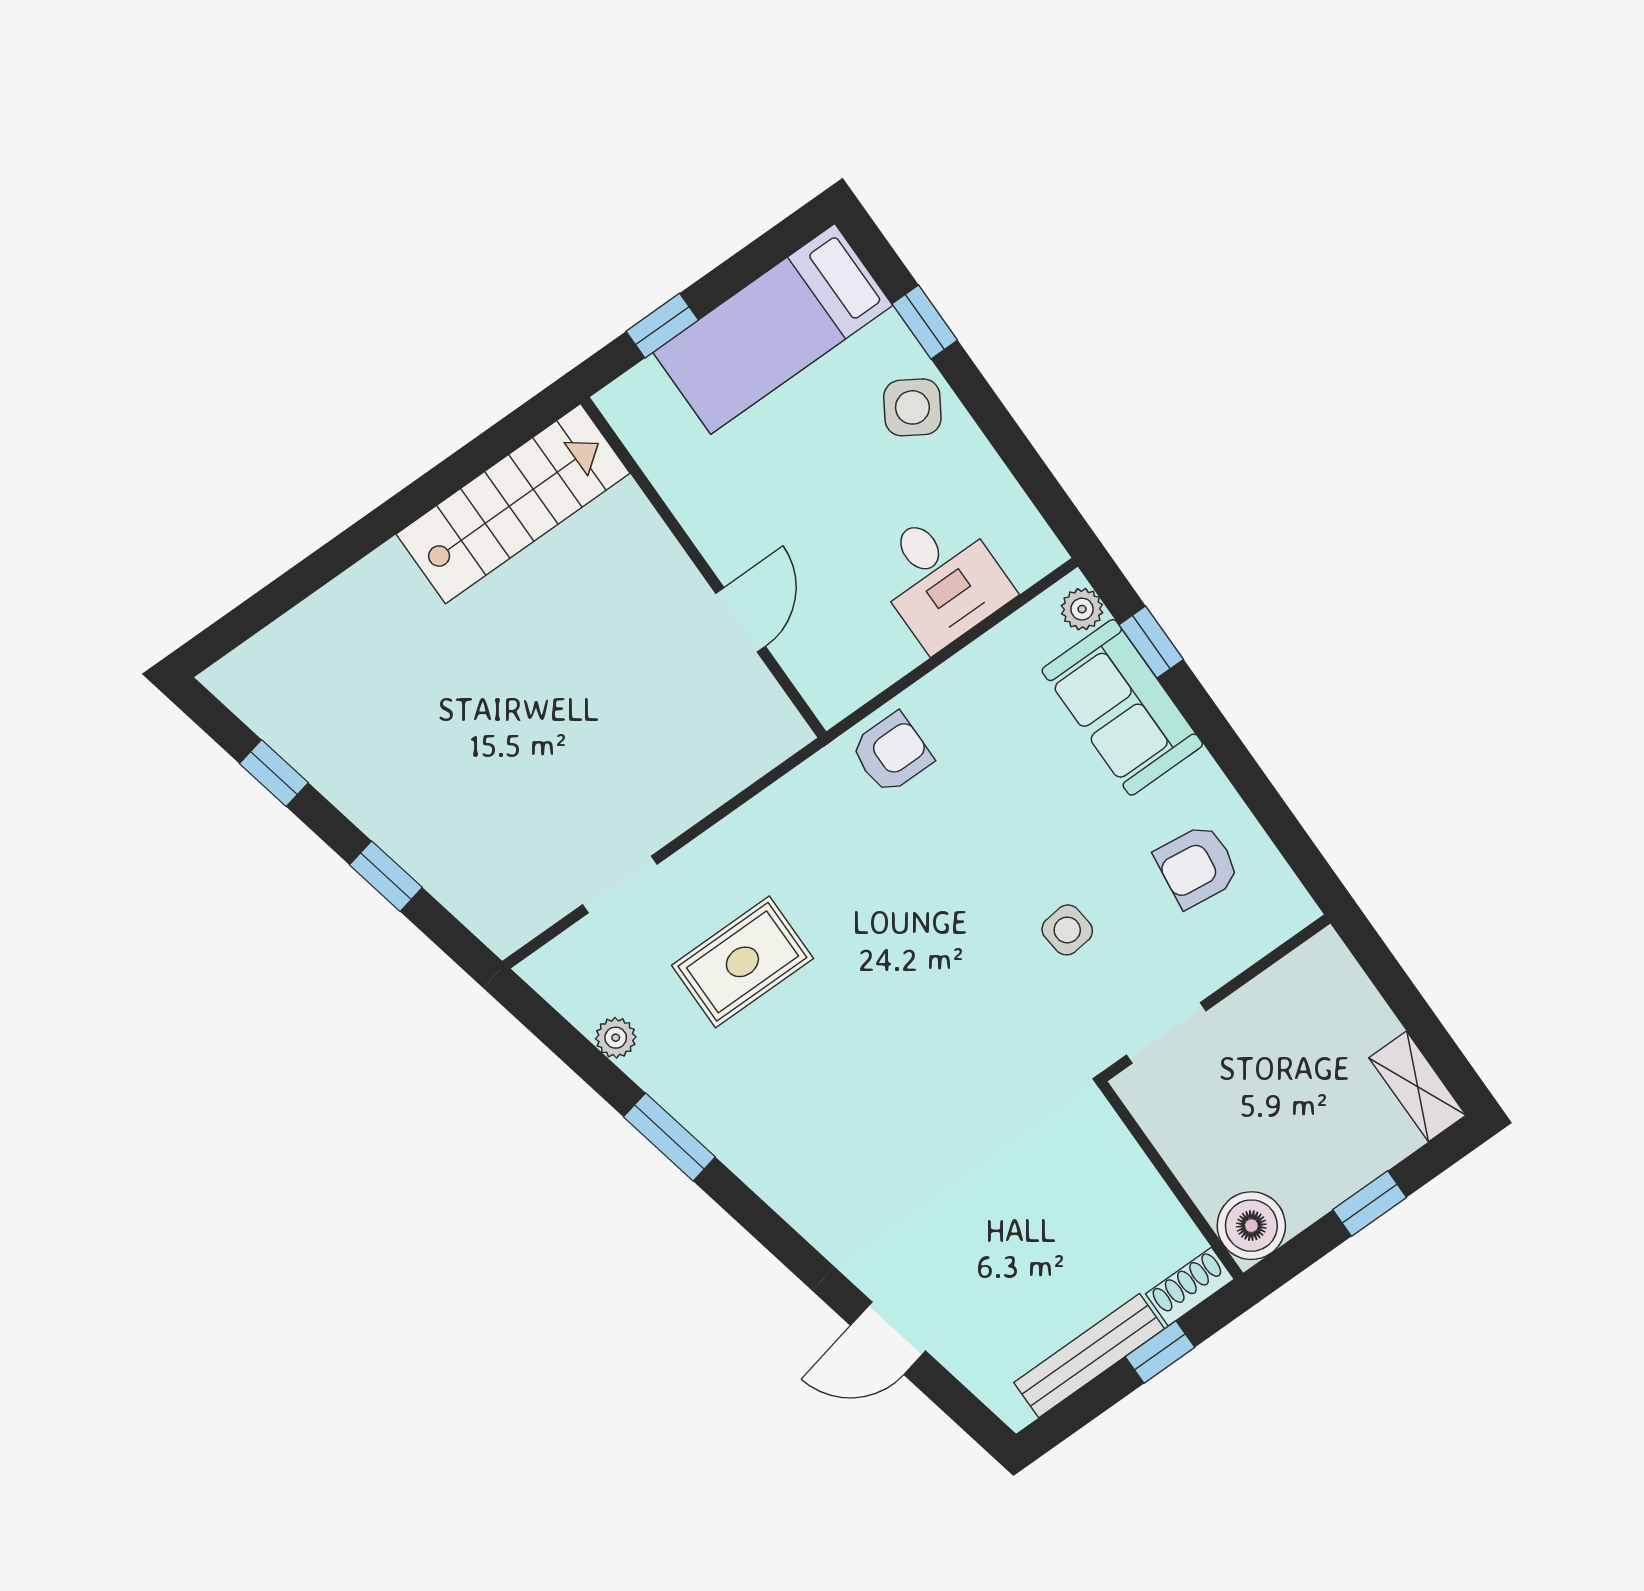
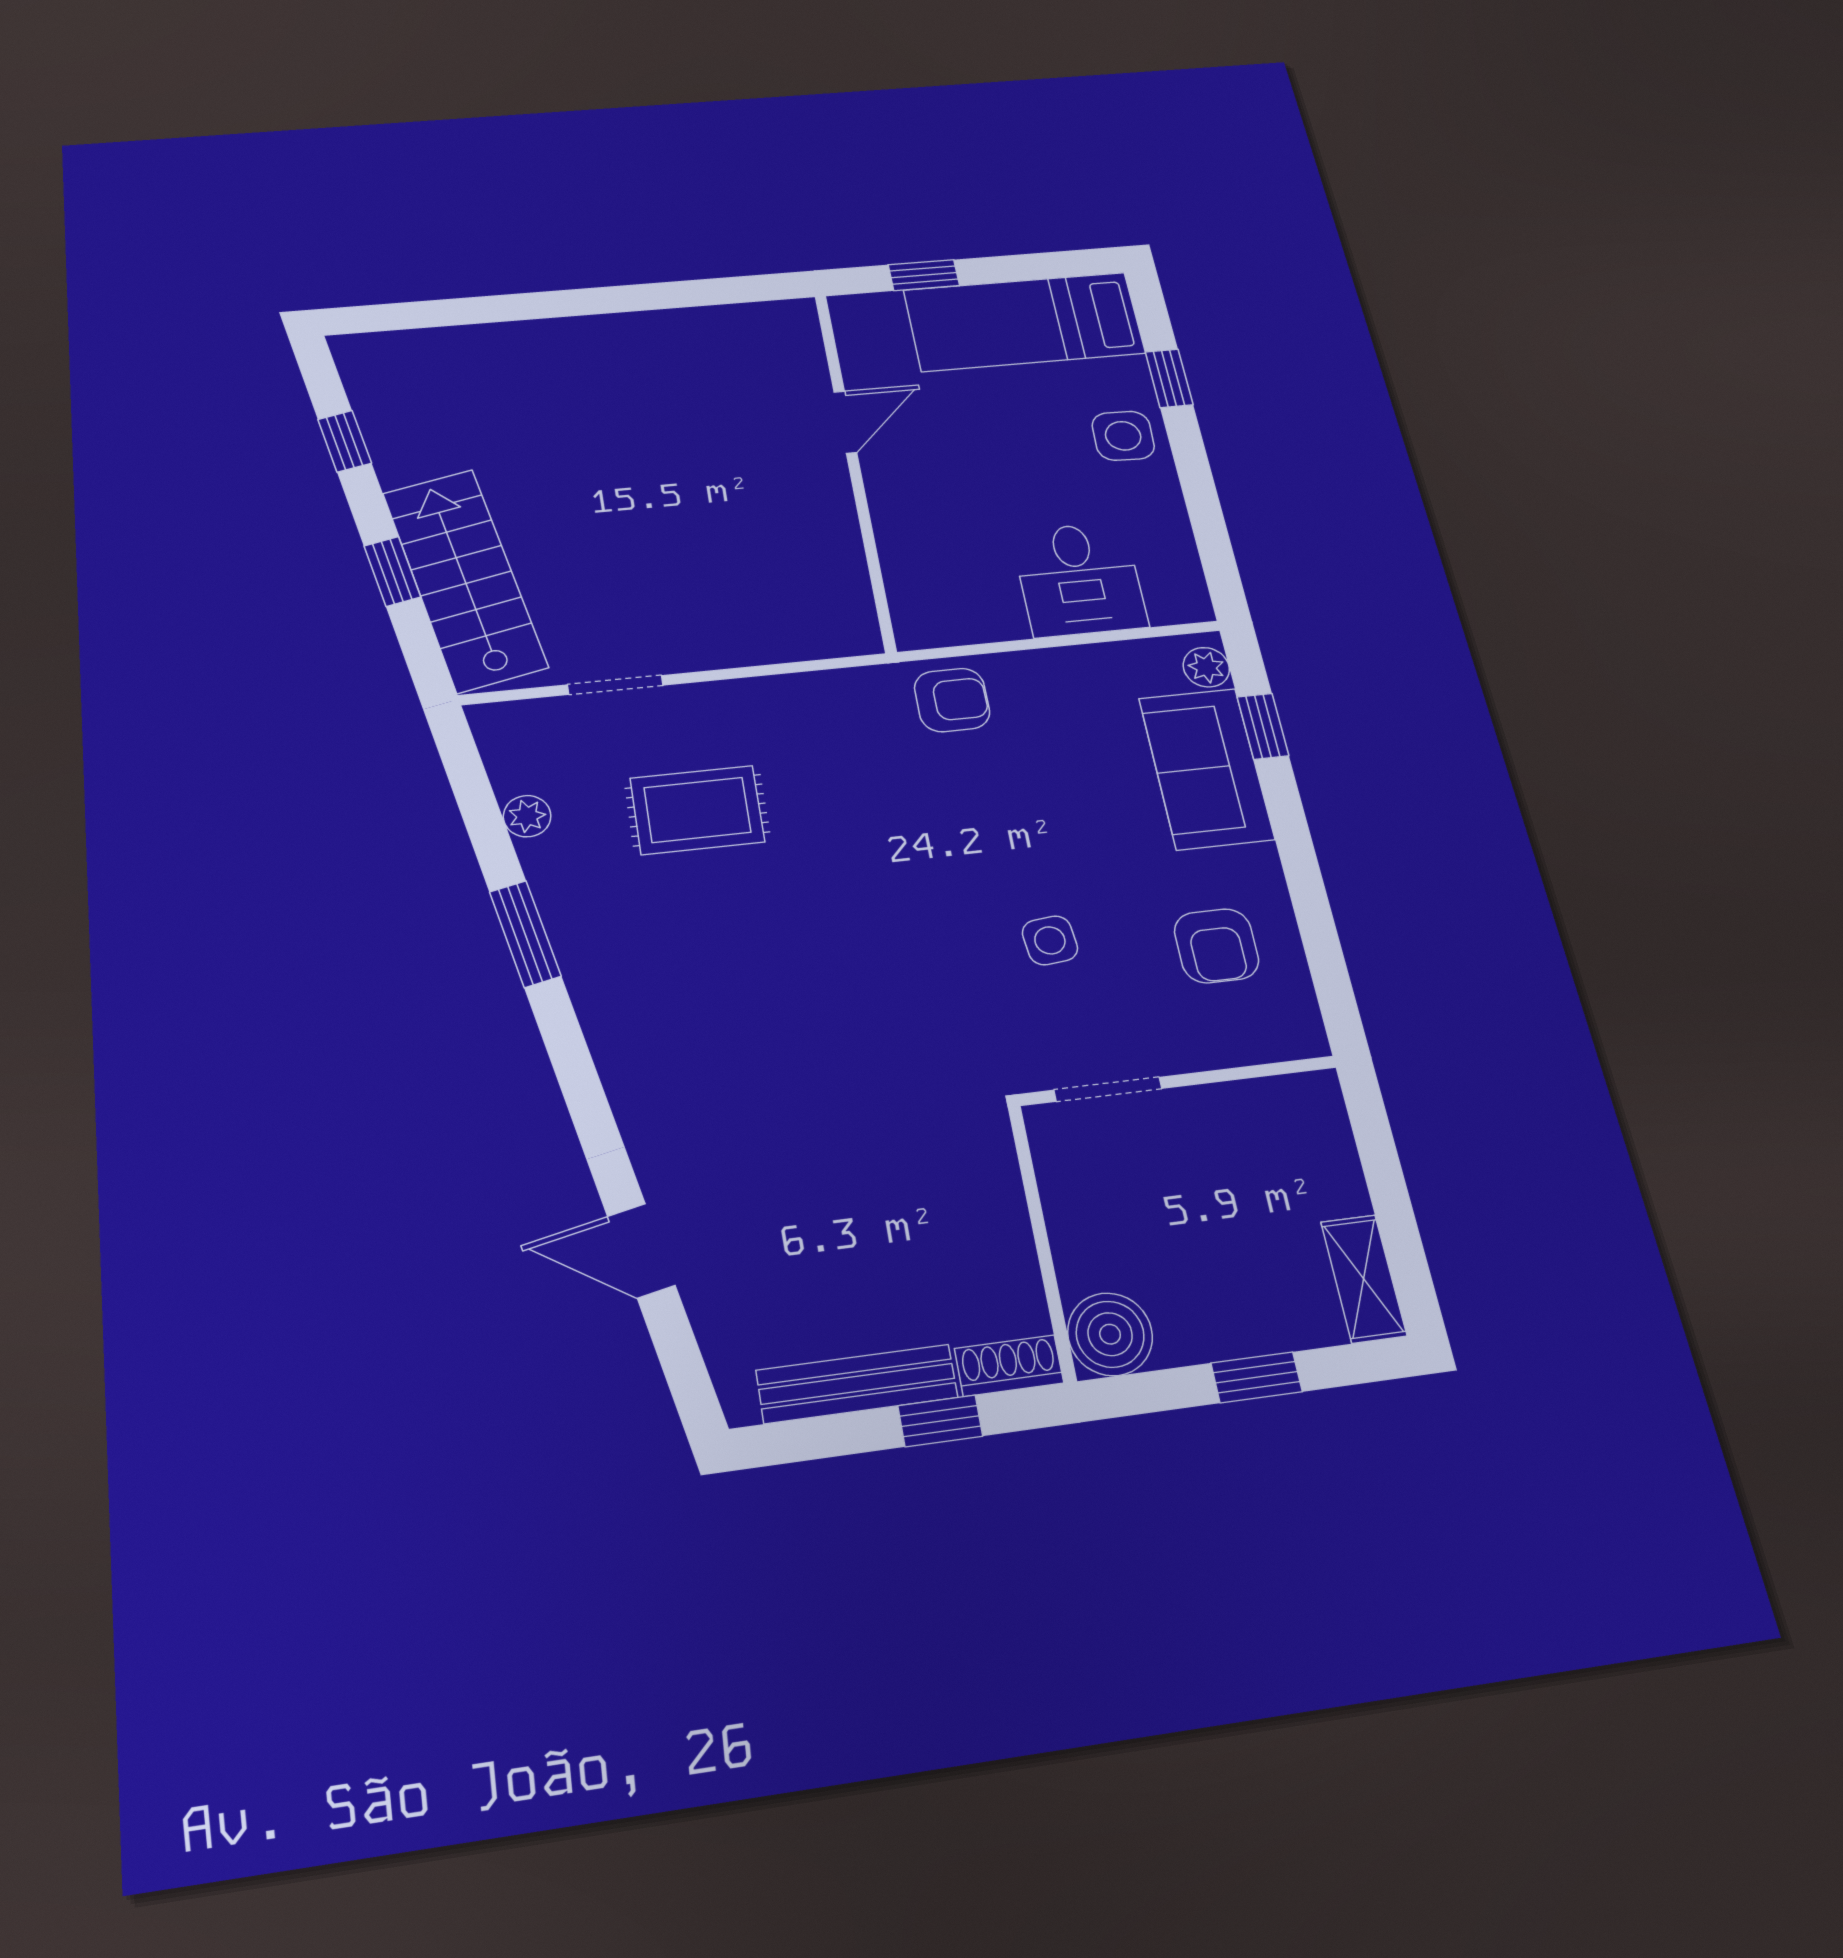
side table: (912, 407) -> (1123, 436), turned -30
stairs: (513, 504) -> (465, 579), moved, turned -102
door: (741, 620) -> (845, 422), moved
armchair: (1197, 866) -> (1216, 946), turned -97

